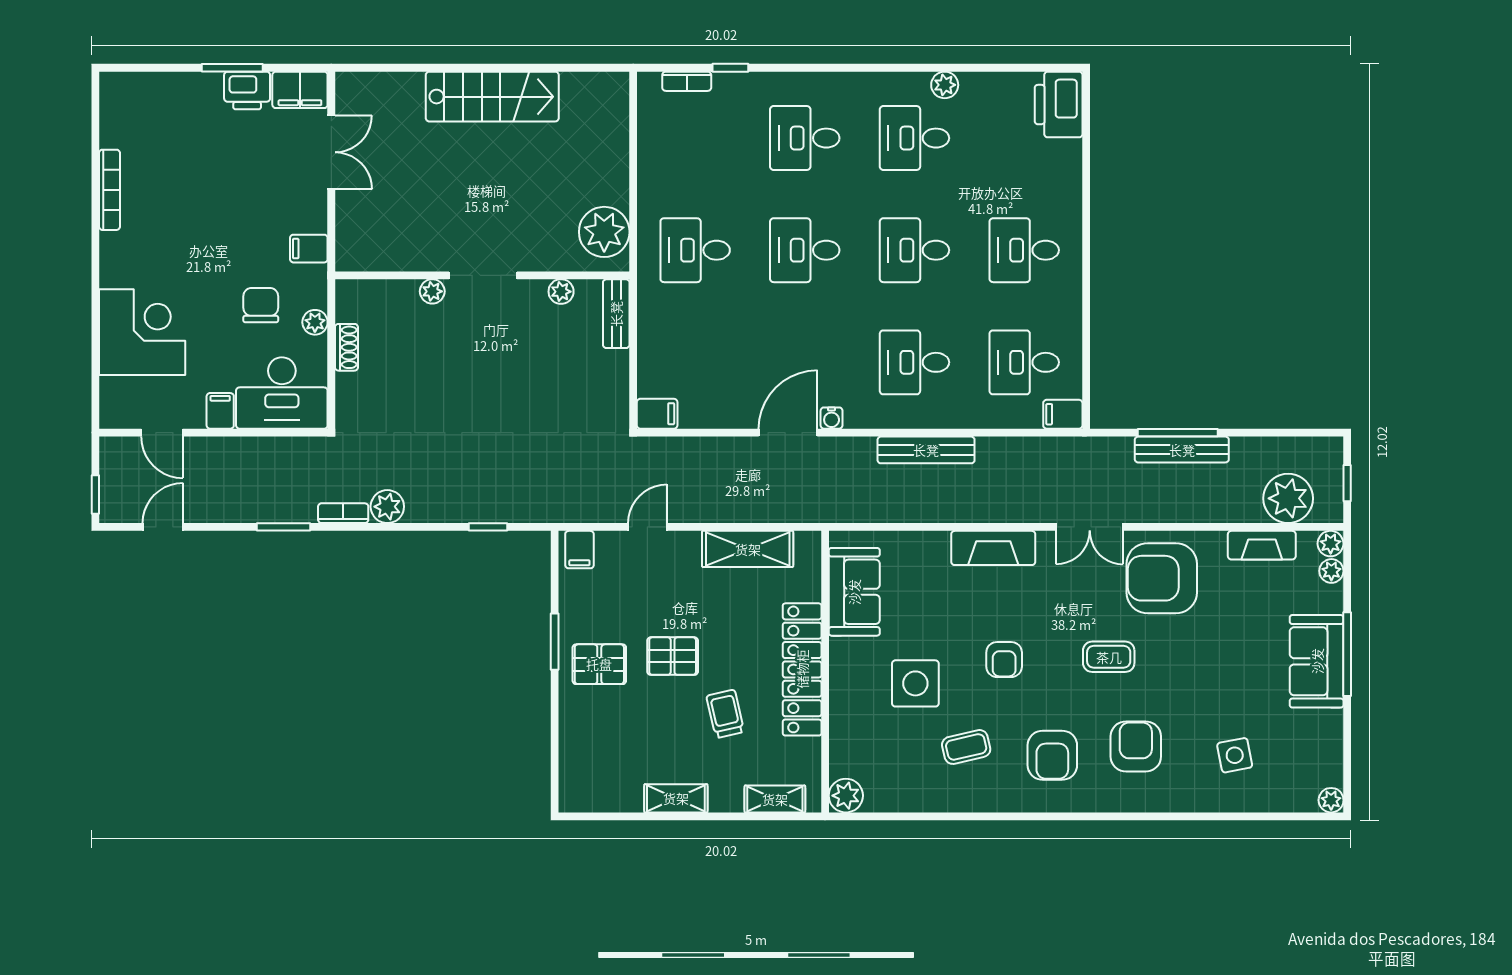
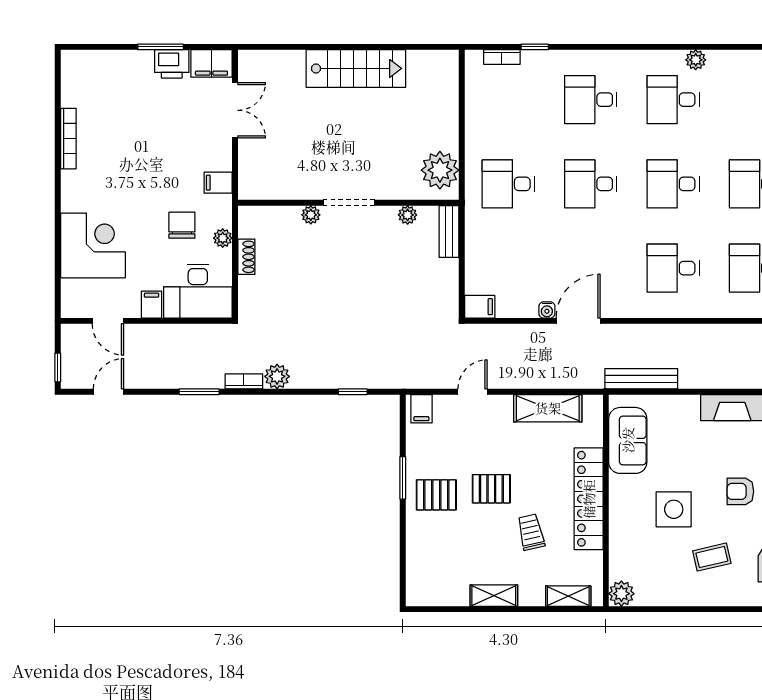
water cooler: (832, 418) -> (547, 310), moved
bench: (926, 450) -> (641, 379), moved
armchair: (1004, 660) -> (740, 491), turned 90

